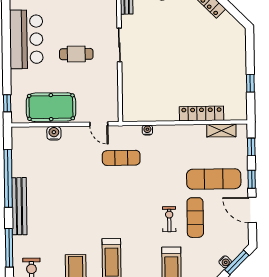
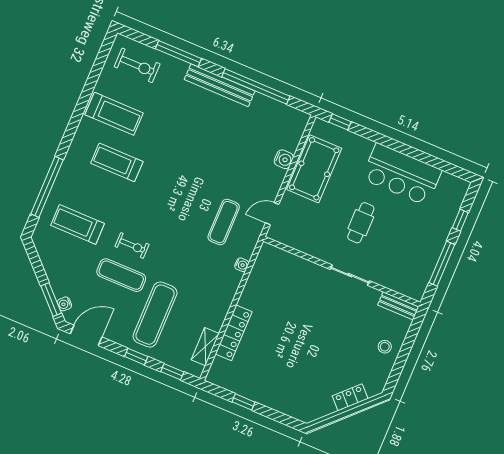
door: (252, 210) -> (86, 335), moved
water cooler: (225, 262) -> (64, 304), moved

